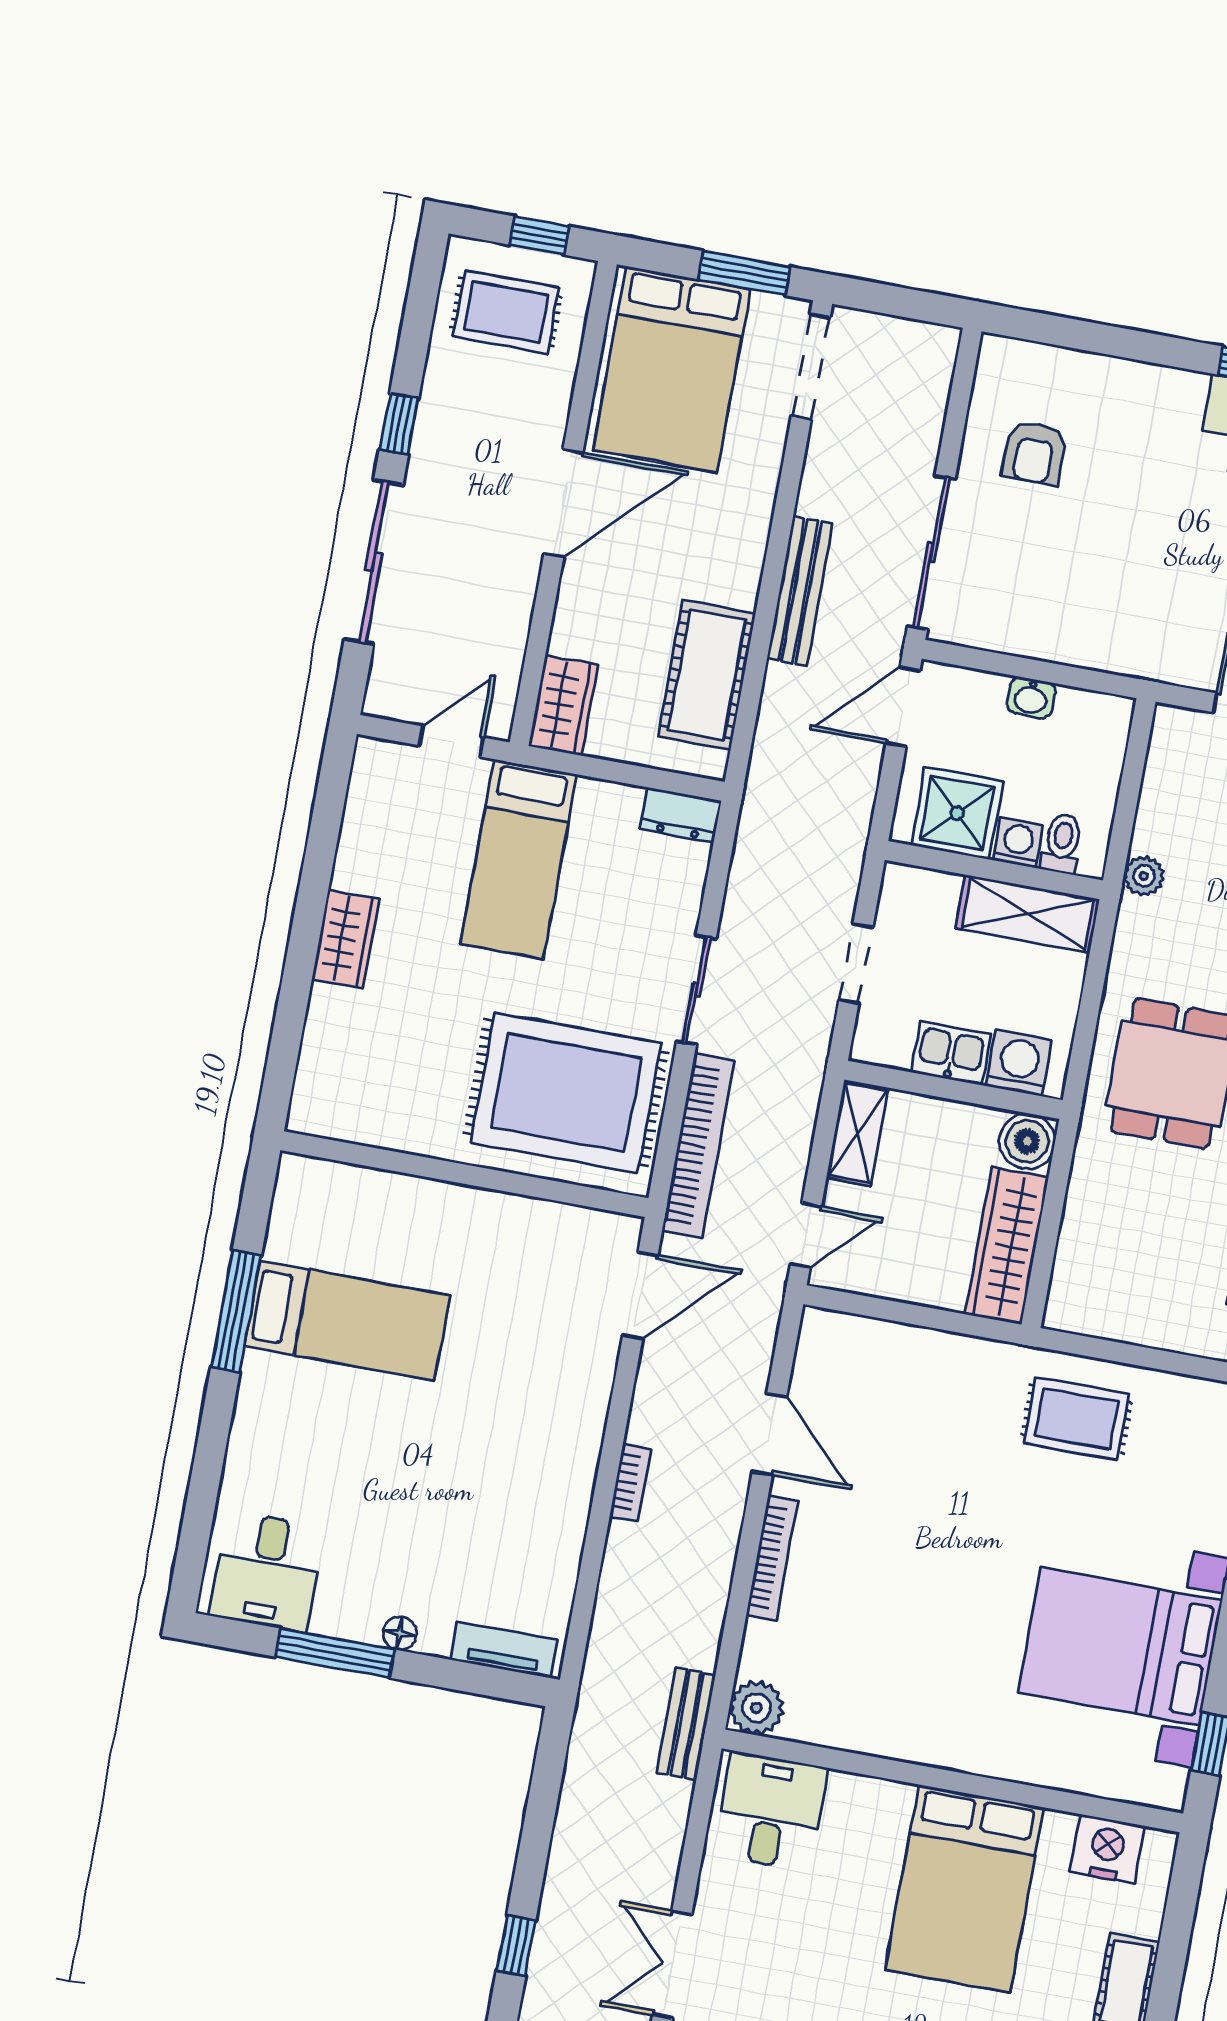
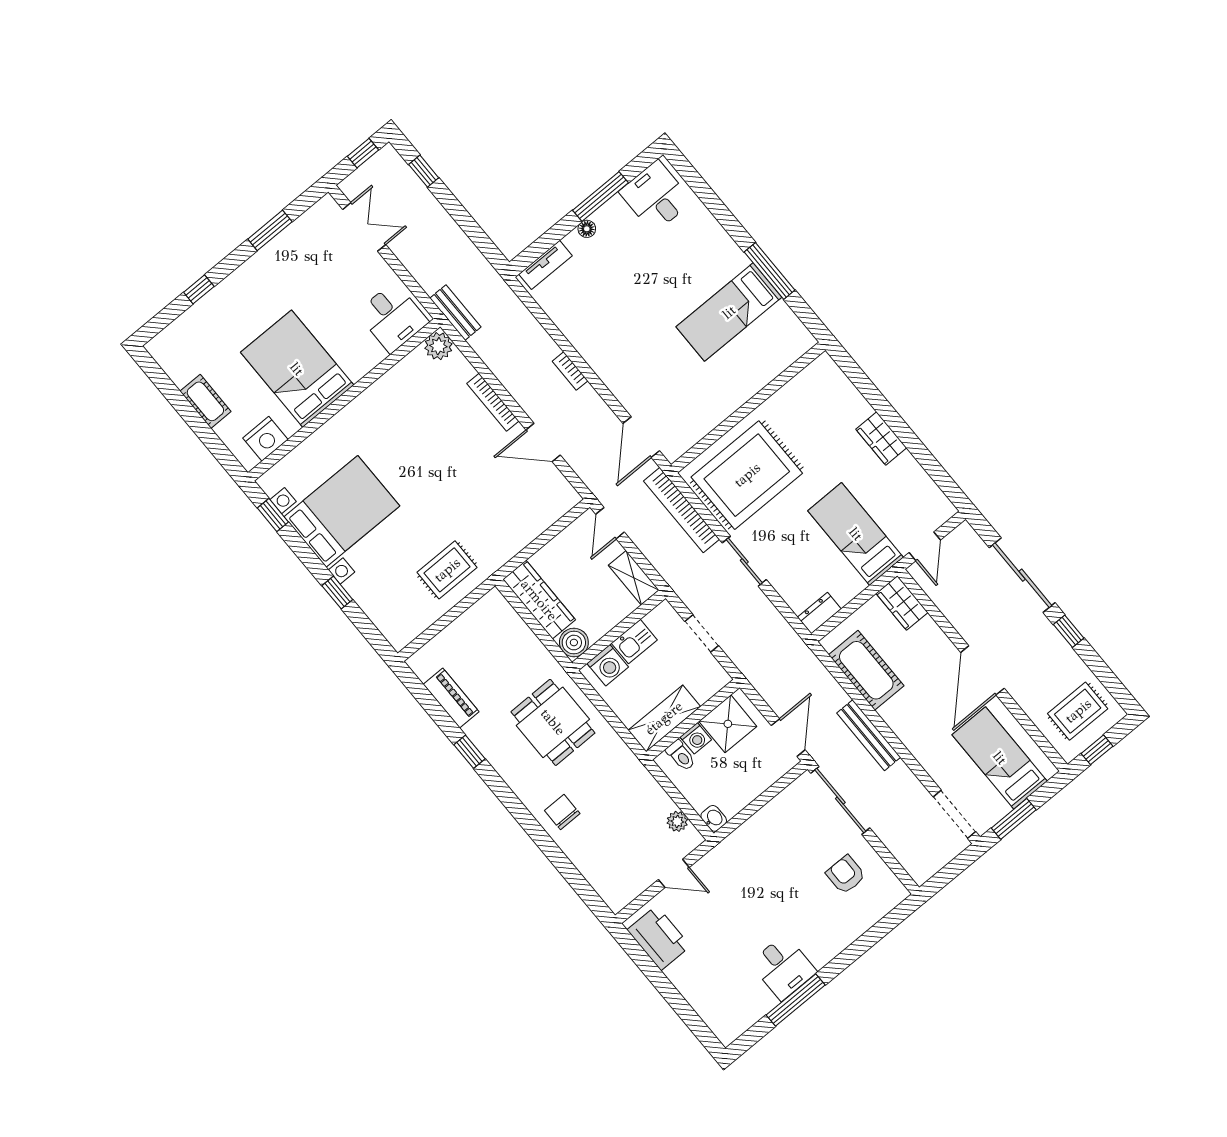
bed: (672, 369) -> (1000, 758), width x0.67
washbasin: (1031, 698) -> (714, 818), moved, turned 90
plant: (1144, 876) -> (677, 821), moved

